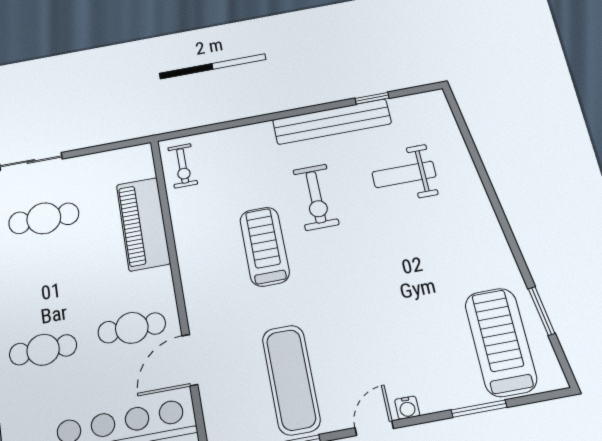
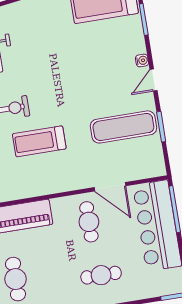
cafe table: (43, 350) -> (101, 275), turned 90
door: (374, 428) -> (154, 80), hinge flipped

